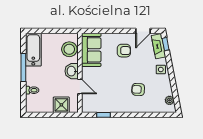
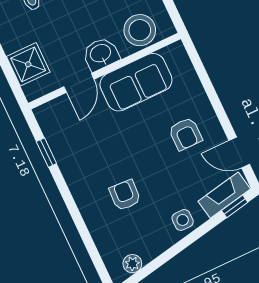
sofa: (91, 50) -> (136, 82), moved

